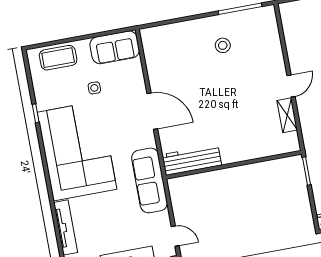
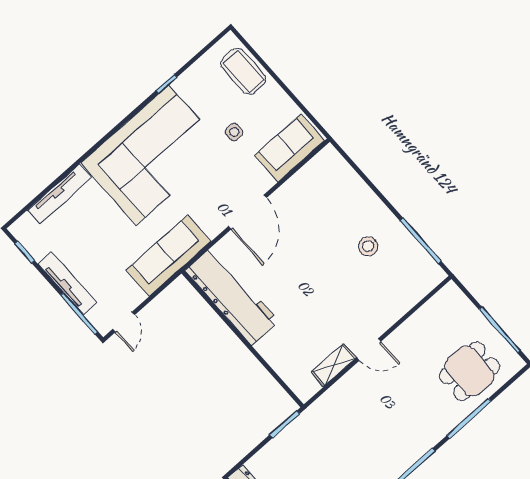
sofa: (115, 47) -> (289, 148), moved, turned 90
workbench: (192, 160) -> (232, 296), width x1.36, depth x1.32

